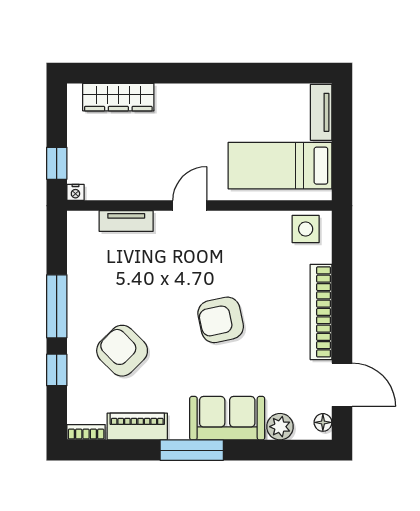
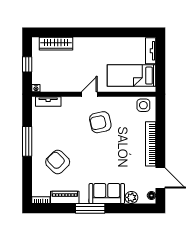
window: (57, 163) -> (27, 64), moved
tv unit: (126, 221) -> (48, 101), moved
armchair: (221, 320) -> (100, 122), moved
window: (57, 370) -> (27, 171), removed

